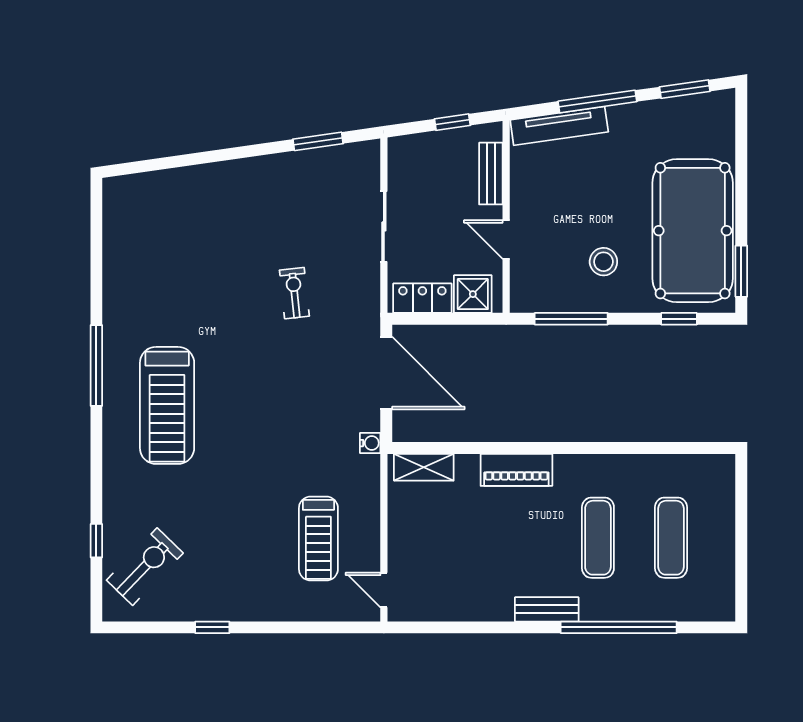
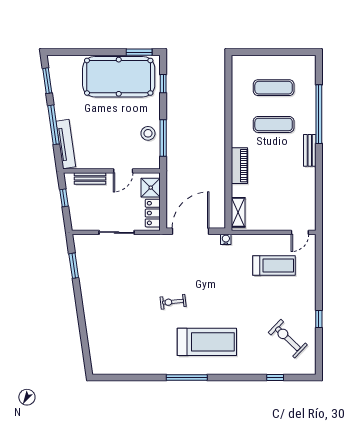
stool: (603, 262) -> (148, 133), moved
exercise bike: (294, 293) -> (173, 302), moved
exercise bike: (145, 567) -> (288, 339), moved

